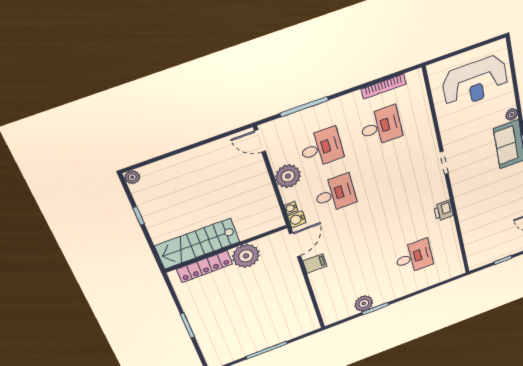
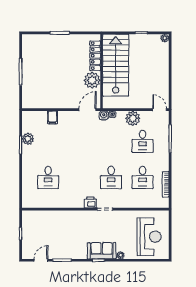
reception desk: (475, 82) -> (149, 237), turned 180
door: (260, 141) -> (160, 110), hinge flipped
desk: (335, 194) -> (111, 177), moved
printer: (444, 211) -> (90, 202), moved
stairs: (197, 244) -> (116, 65), width x1.36, depth x1.51
door: (295, 245) -> (87, 110), swing flipped
filing cabinet: (315, 263) -> (52, 117), moved

